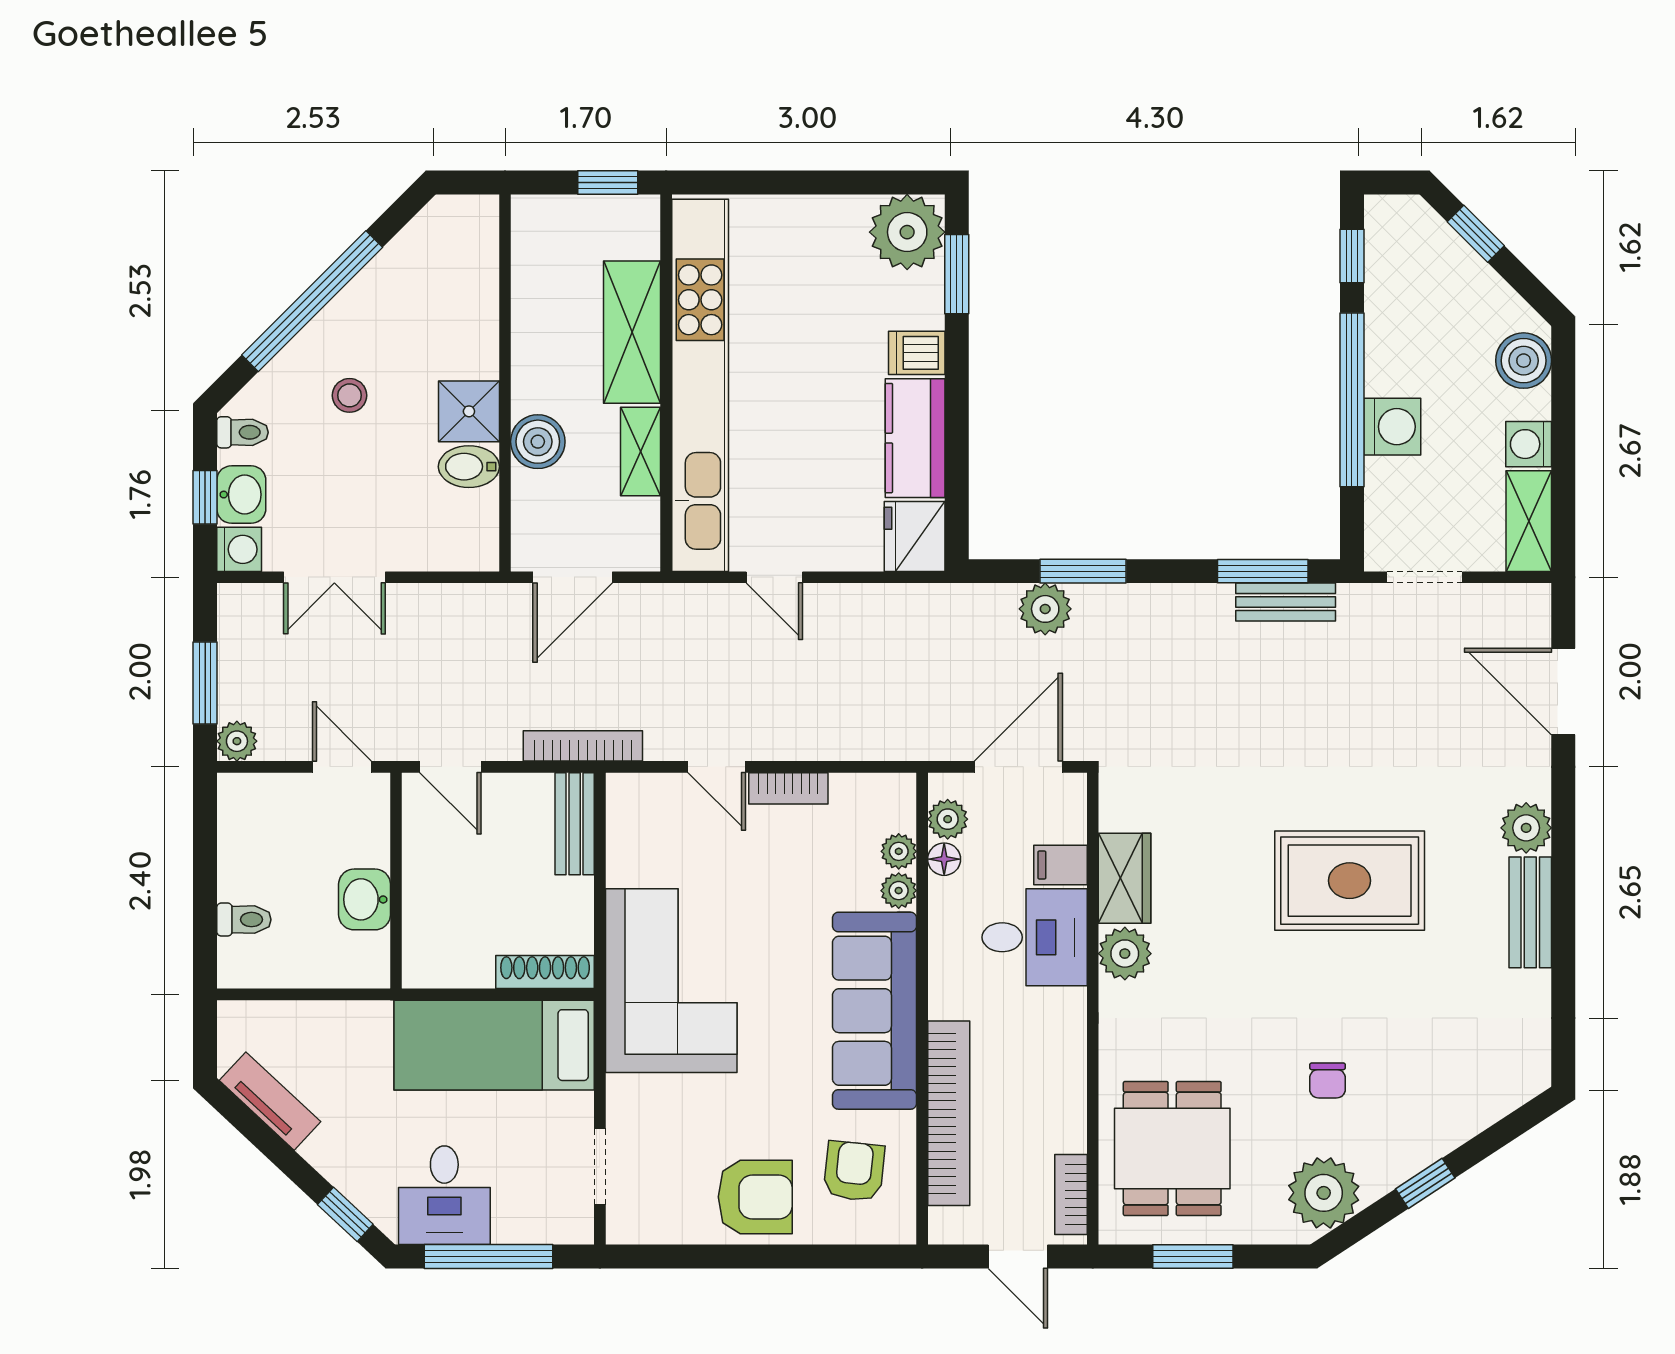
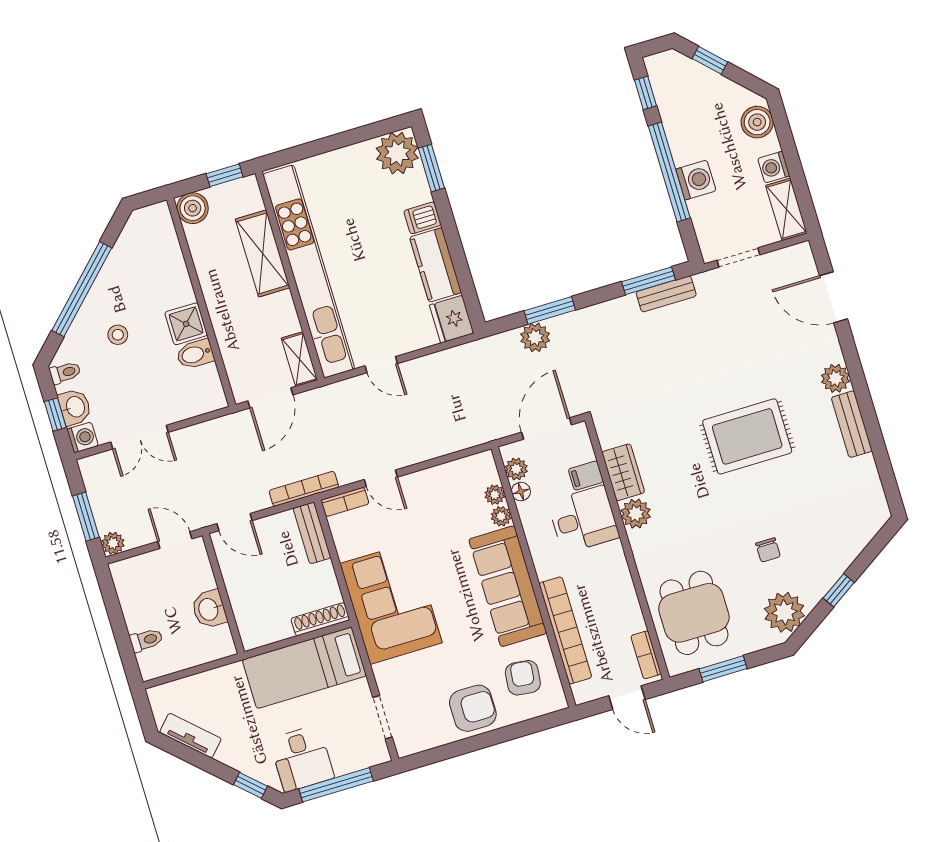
boiler: (538, 442) -> (193, 208), moved
shelving: (641, 451) -> (299, 359), moved
bookcase: (788, 788) -> (345, 502), moved

